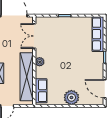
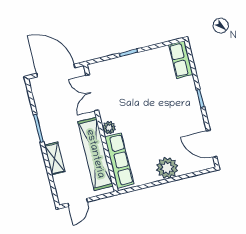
row of seats: (98, 34) -> (181, 60), width x0.68
row of seats: (41, 91) -> (119, 161), width x1.48

